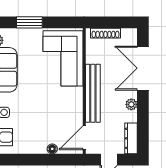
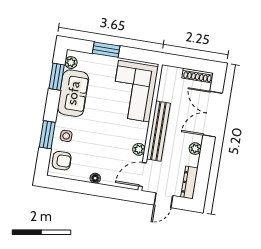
shoe rack: (105, 33) -> (198, 76), moved
plant: (77, 114) -> (139, 149), added
floor lamp: (52, 149) -> (95, 178), moved

